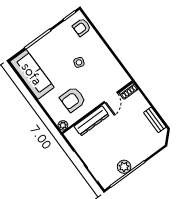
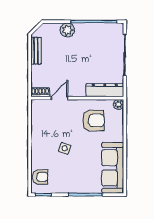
dresser: (92, 121) -> (105, 90), moved
plant: (124, 167) -> (67, 30), moved

